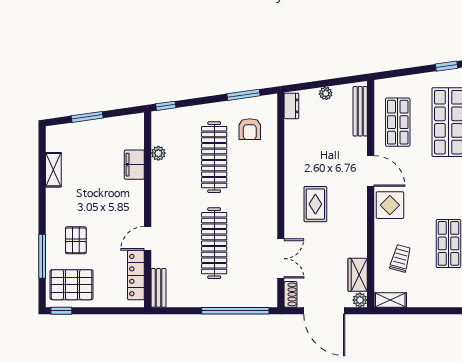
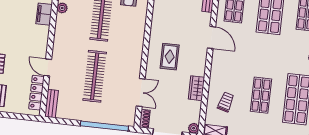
display table: (390, 205) -> (222, 63), removed
door: (148, 238) -> (48, 68), hinge flipped
wardrobe: (358, 275) -> (196, 88), moved

